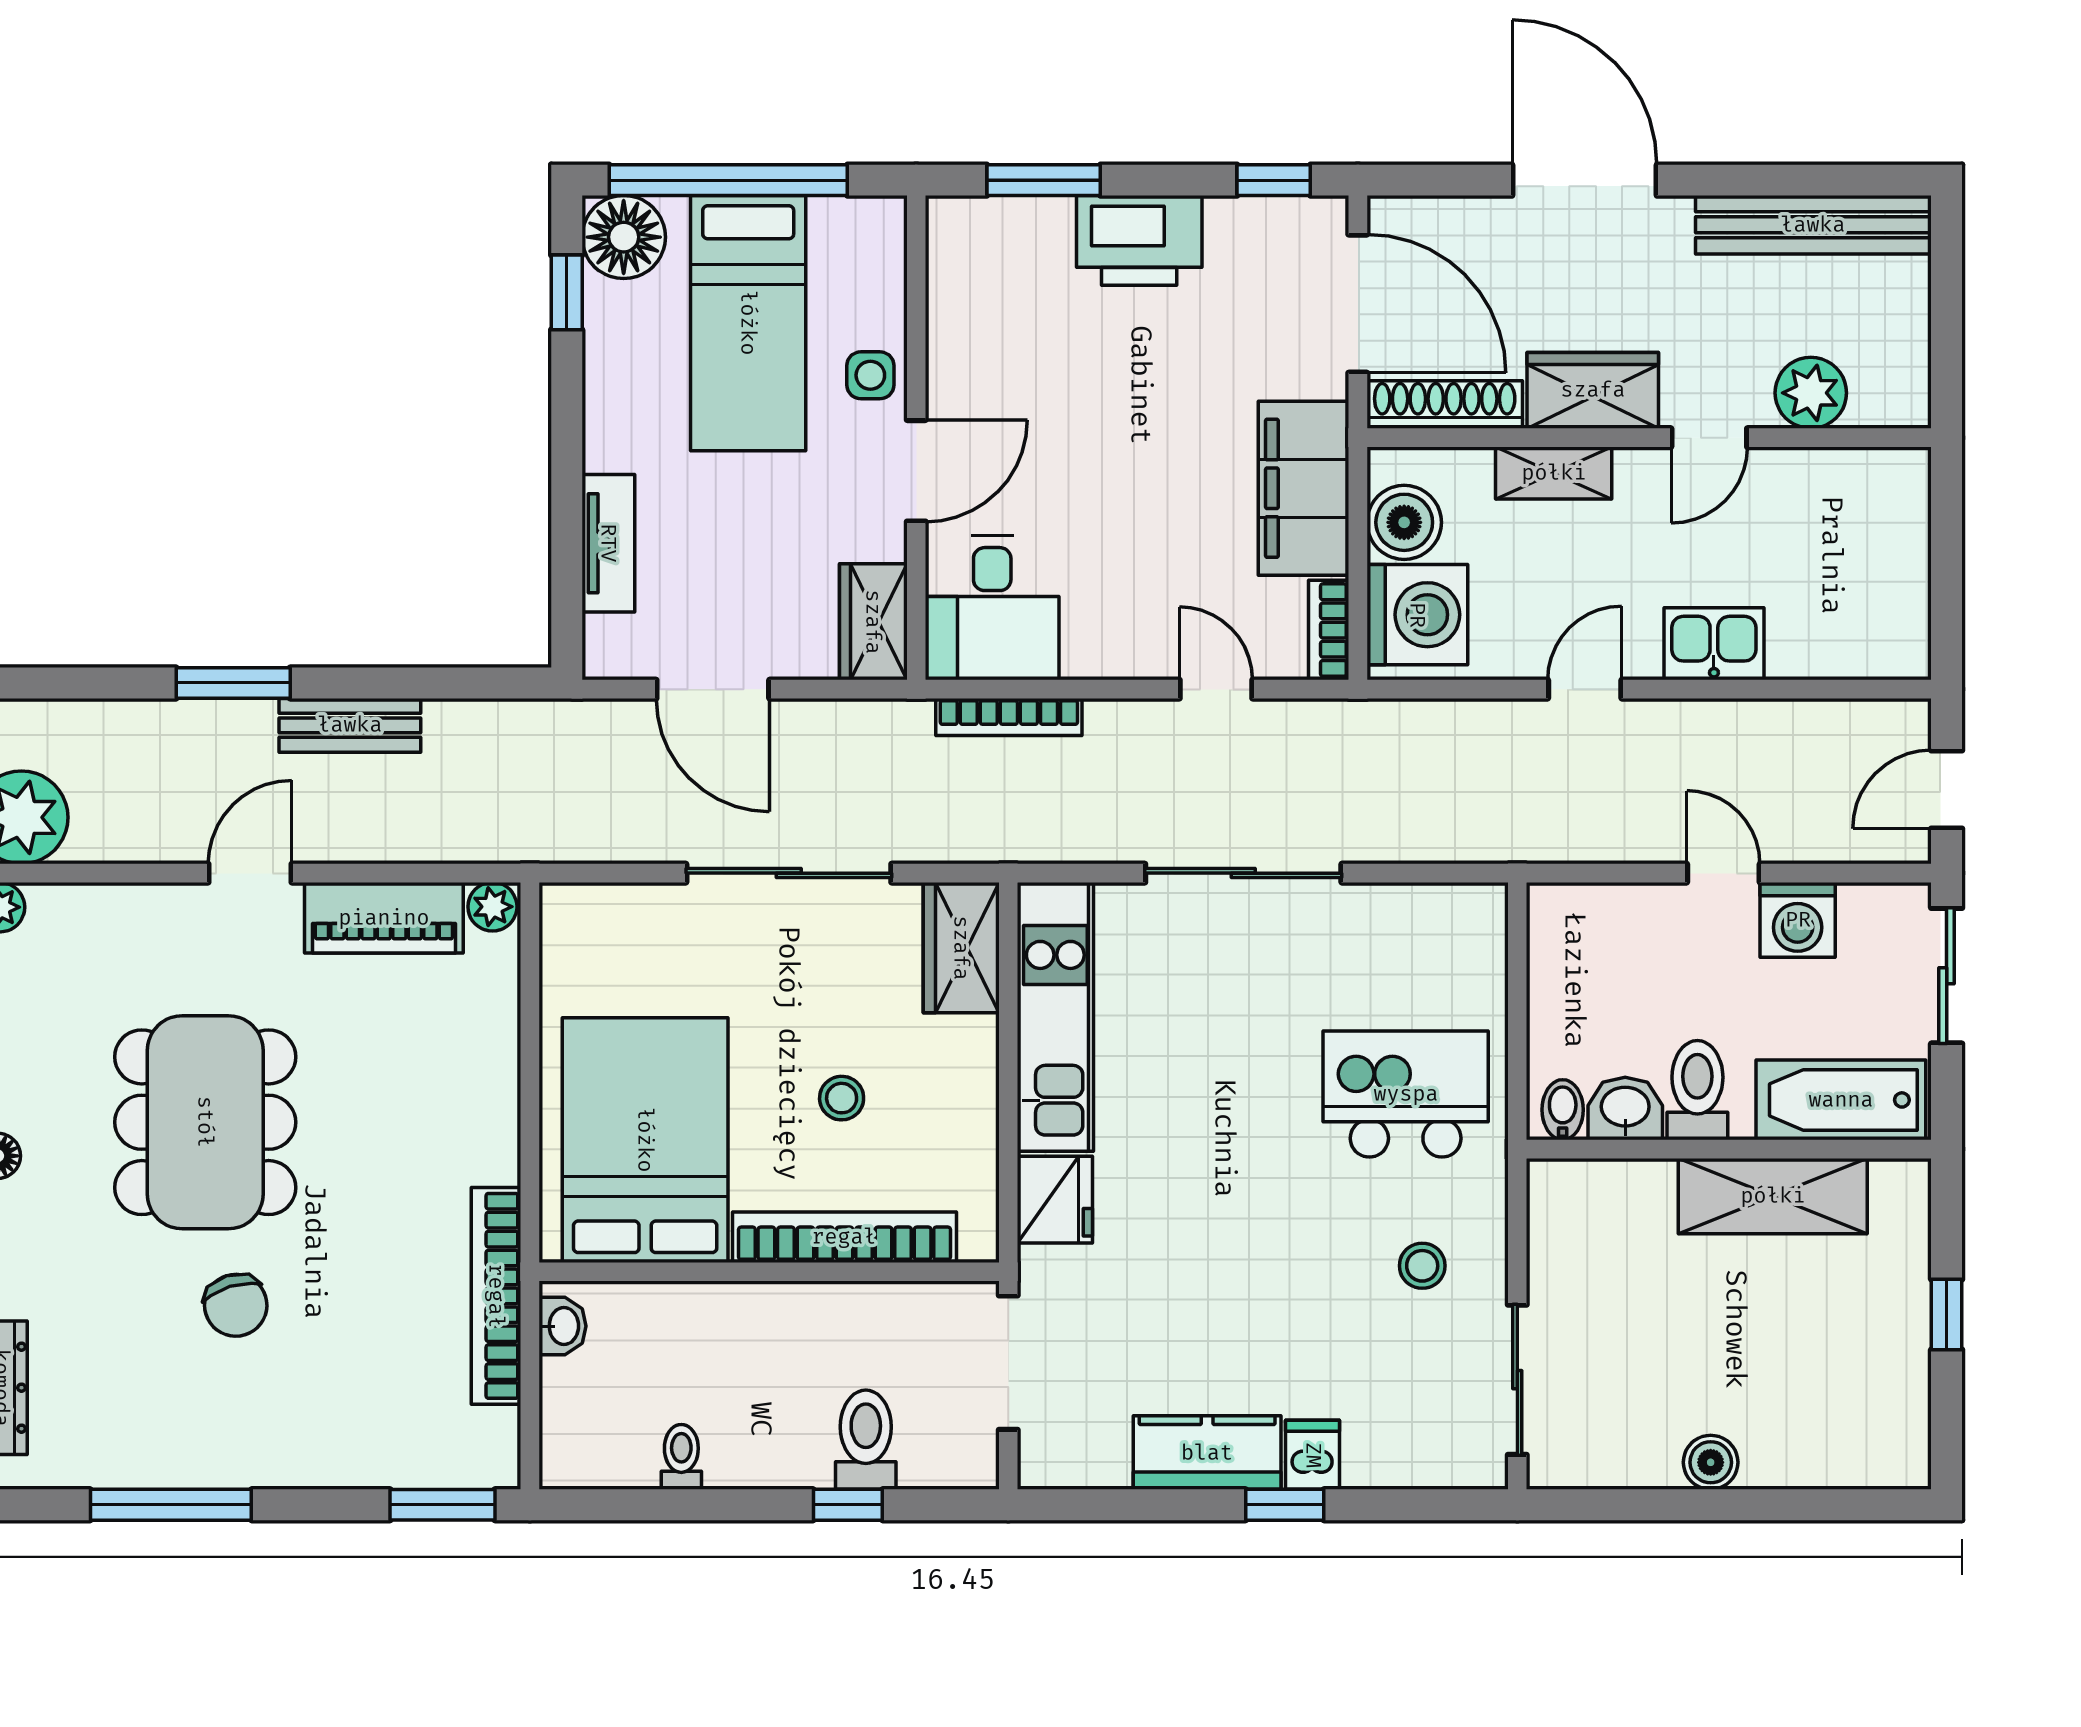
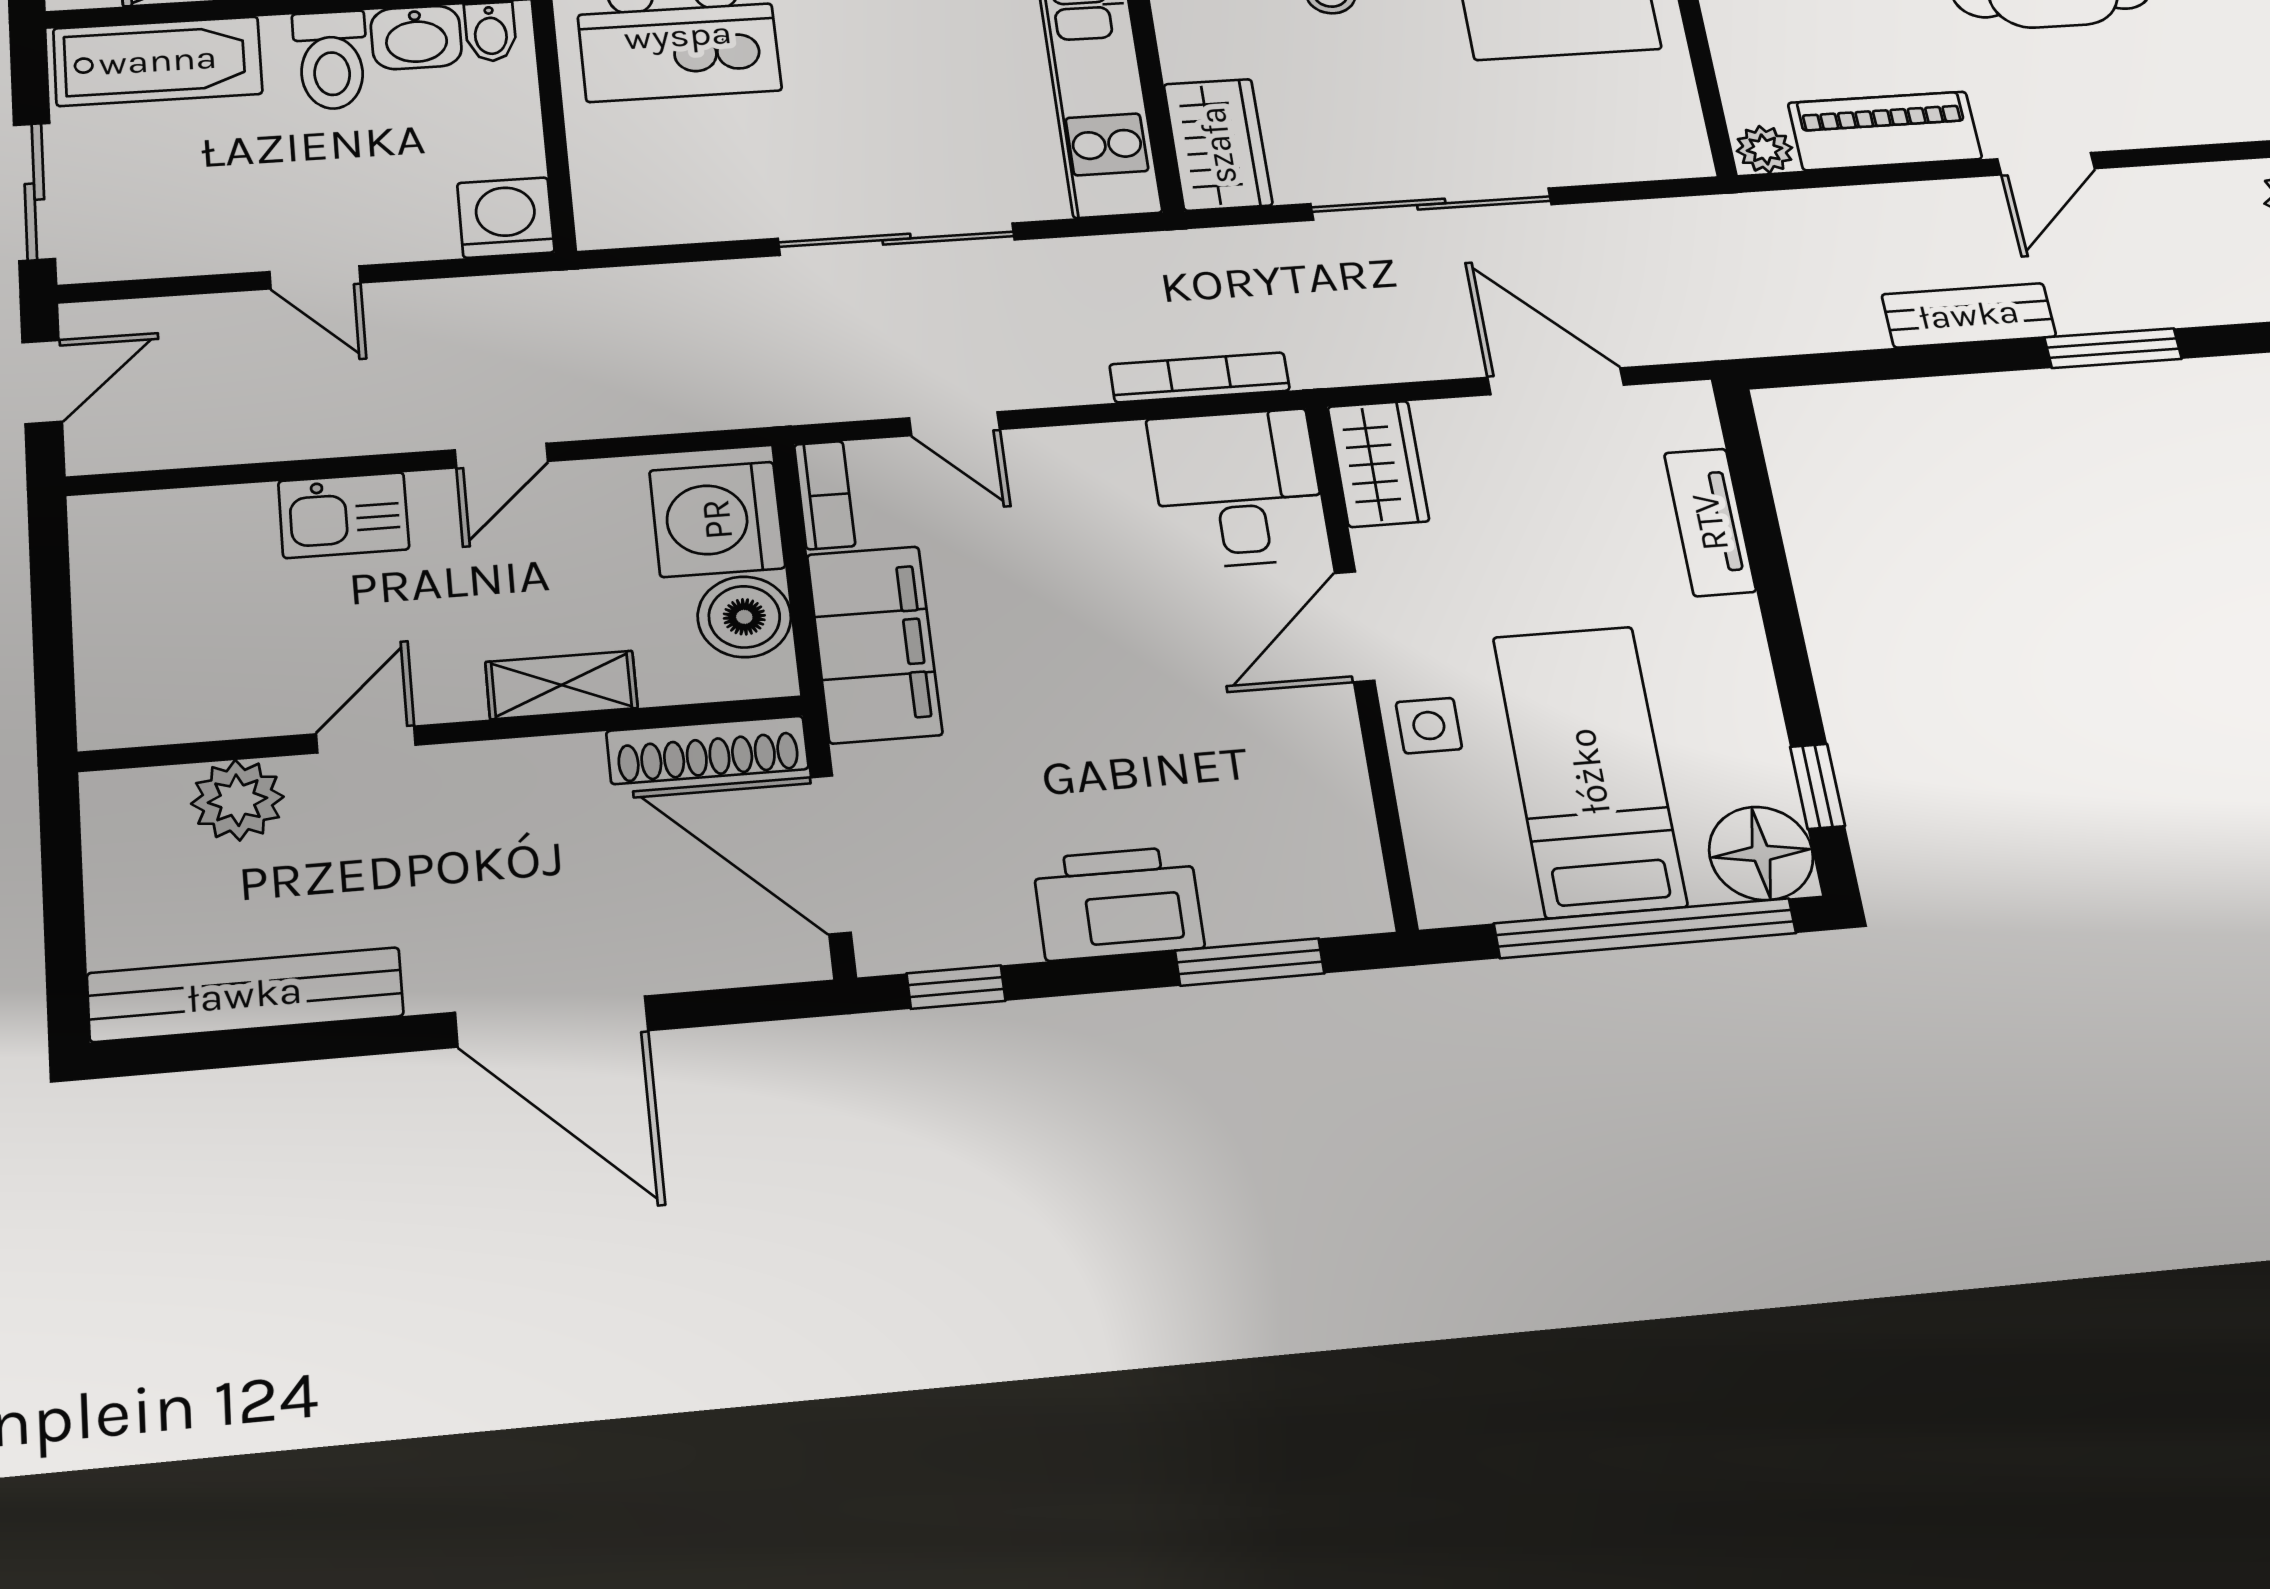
wardrobe: (1593, 390) -> (520, 781), removed
washing machine: (1798, 920) -> (506, 218), moved

